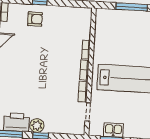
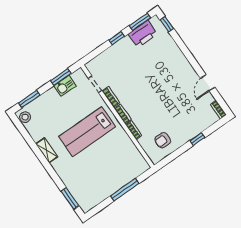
armchair: (35, 19) -> (163, 140), moved
plant: (37, 125) -> (126, 44), removed

